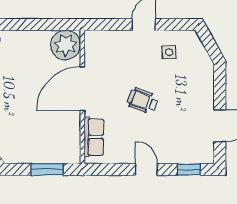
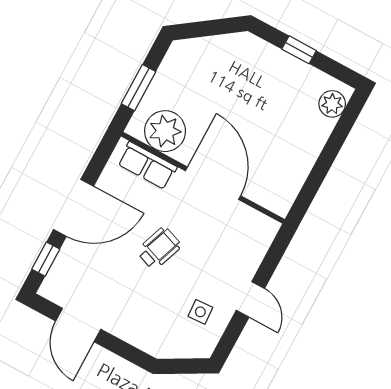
plant: (66, 45) -> (165, 131), moved
door: (146, 169) -> (73, 208), width x1.87

